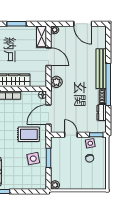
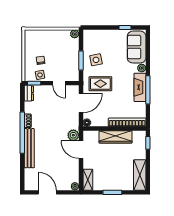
door: (49, 57) -> (81, 150), moved
dresser: (102, 113) -> (29, 93), moved

